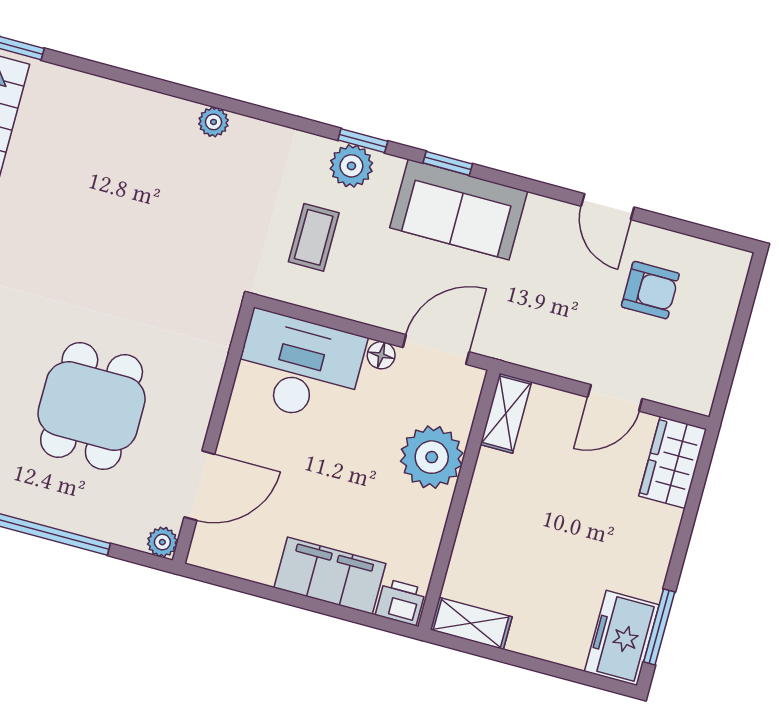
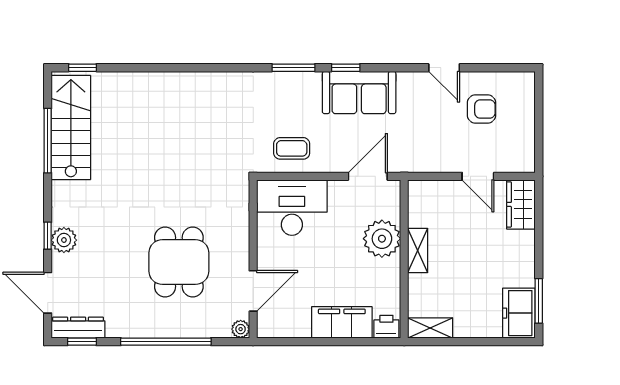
plant: (214, 122) -> (205, 80), removed
window: (363, 141) -> (293, 68), width x1.50
plant: (351, 166) -> (291, 84), removed
coffee table: (314, 237) -> (292, 148), moved, turned 90
floor lamp: (381, 355) -> (337, 188), removed
door: (615, 398) -> (478, 176), hinge flipped
shelving: (506, 413) -> (418, 251), moved

